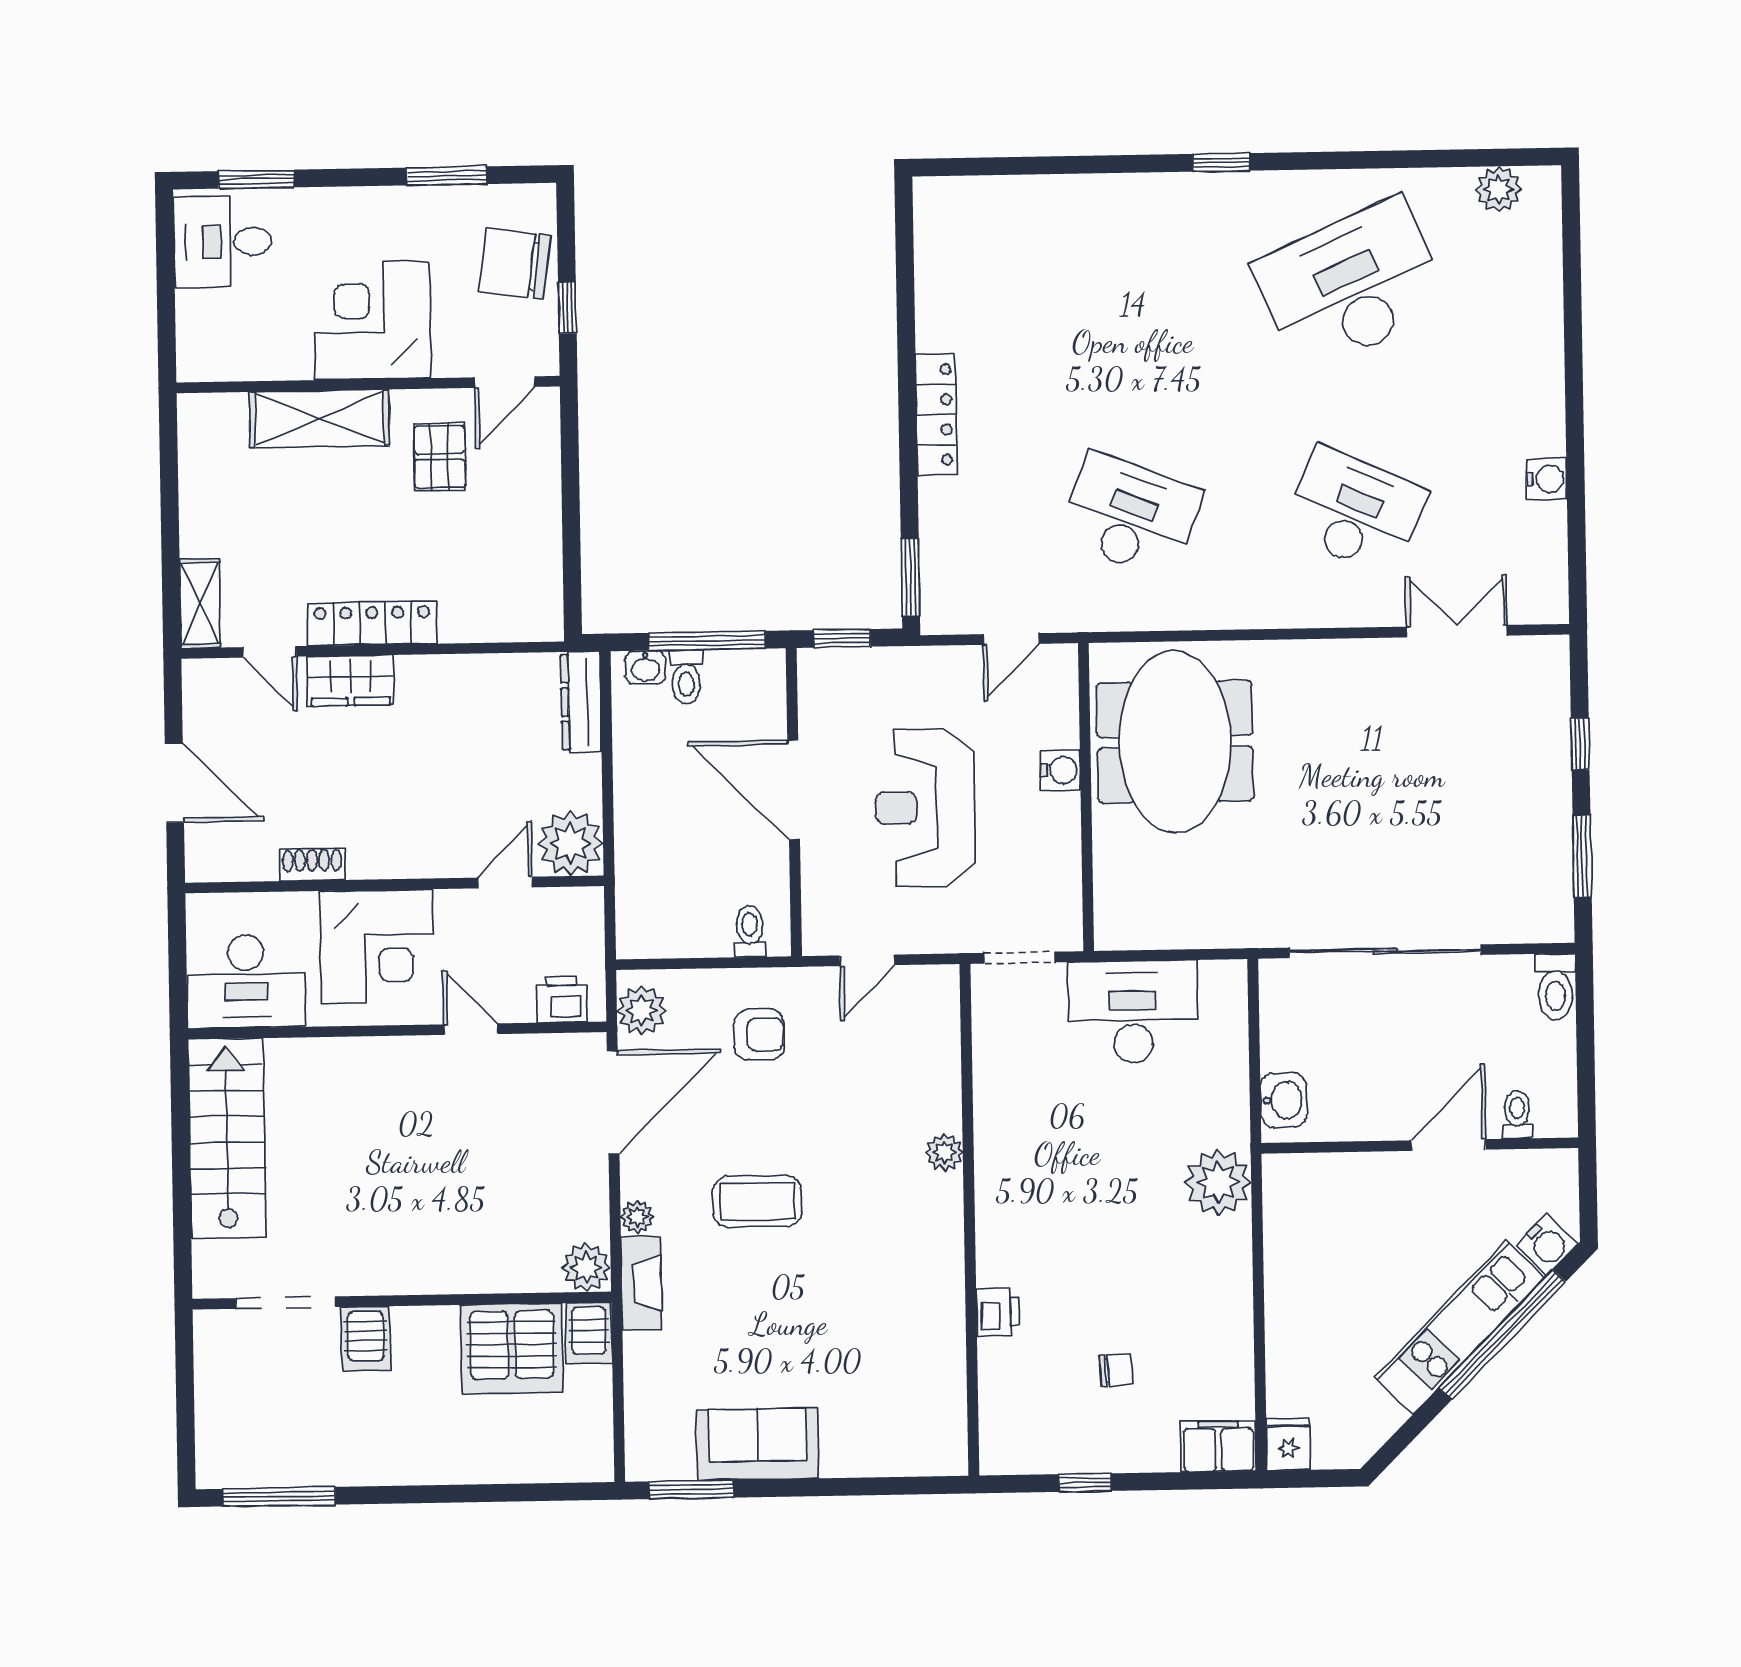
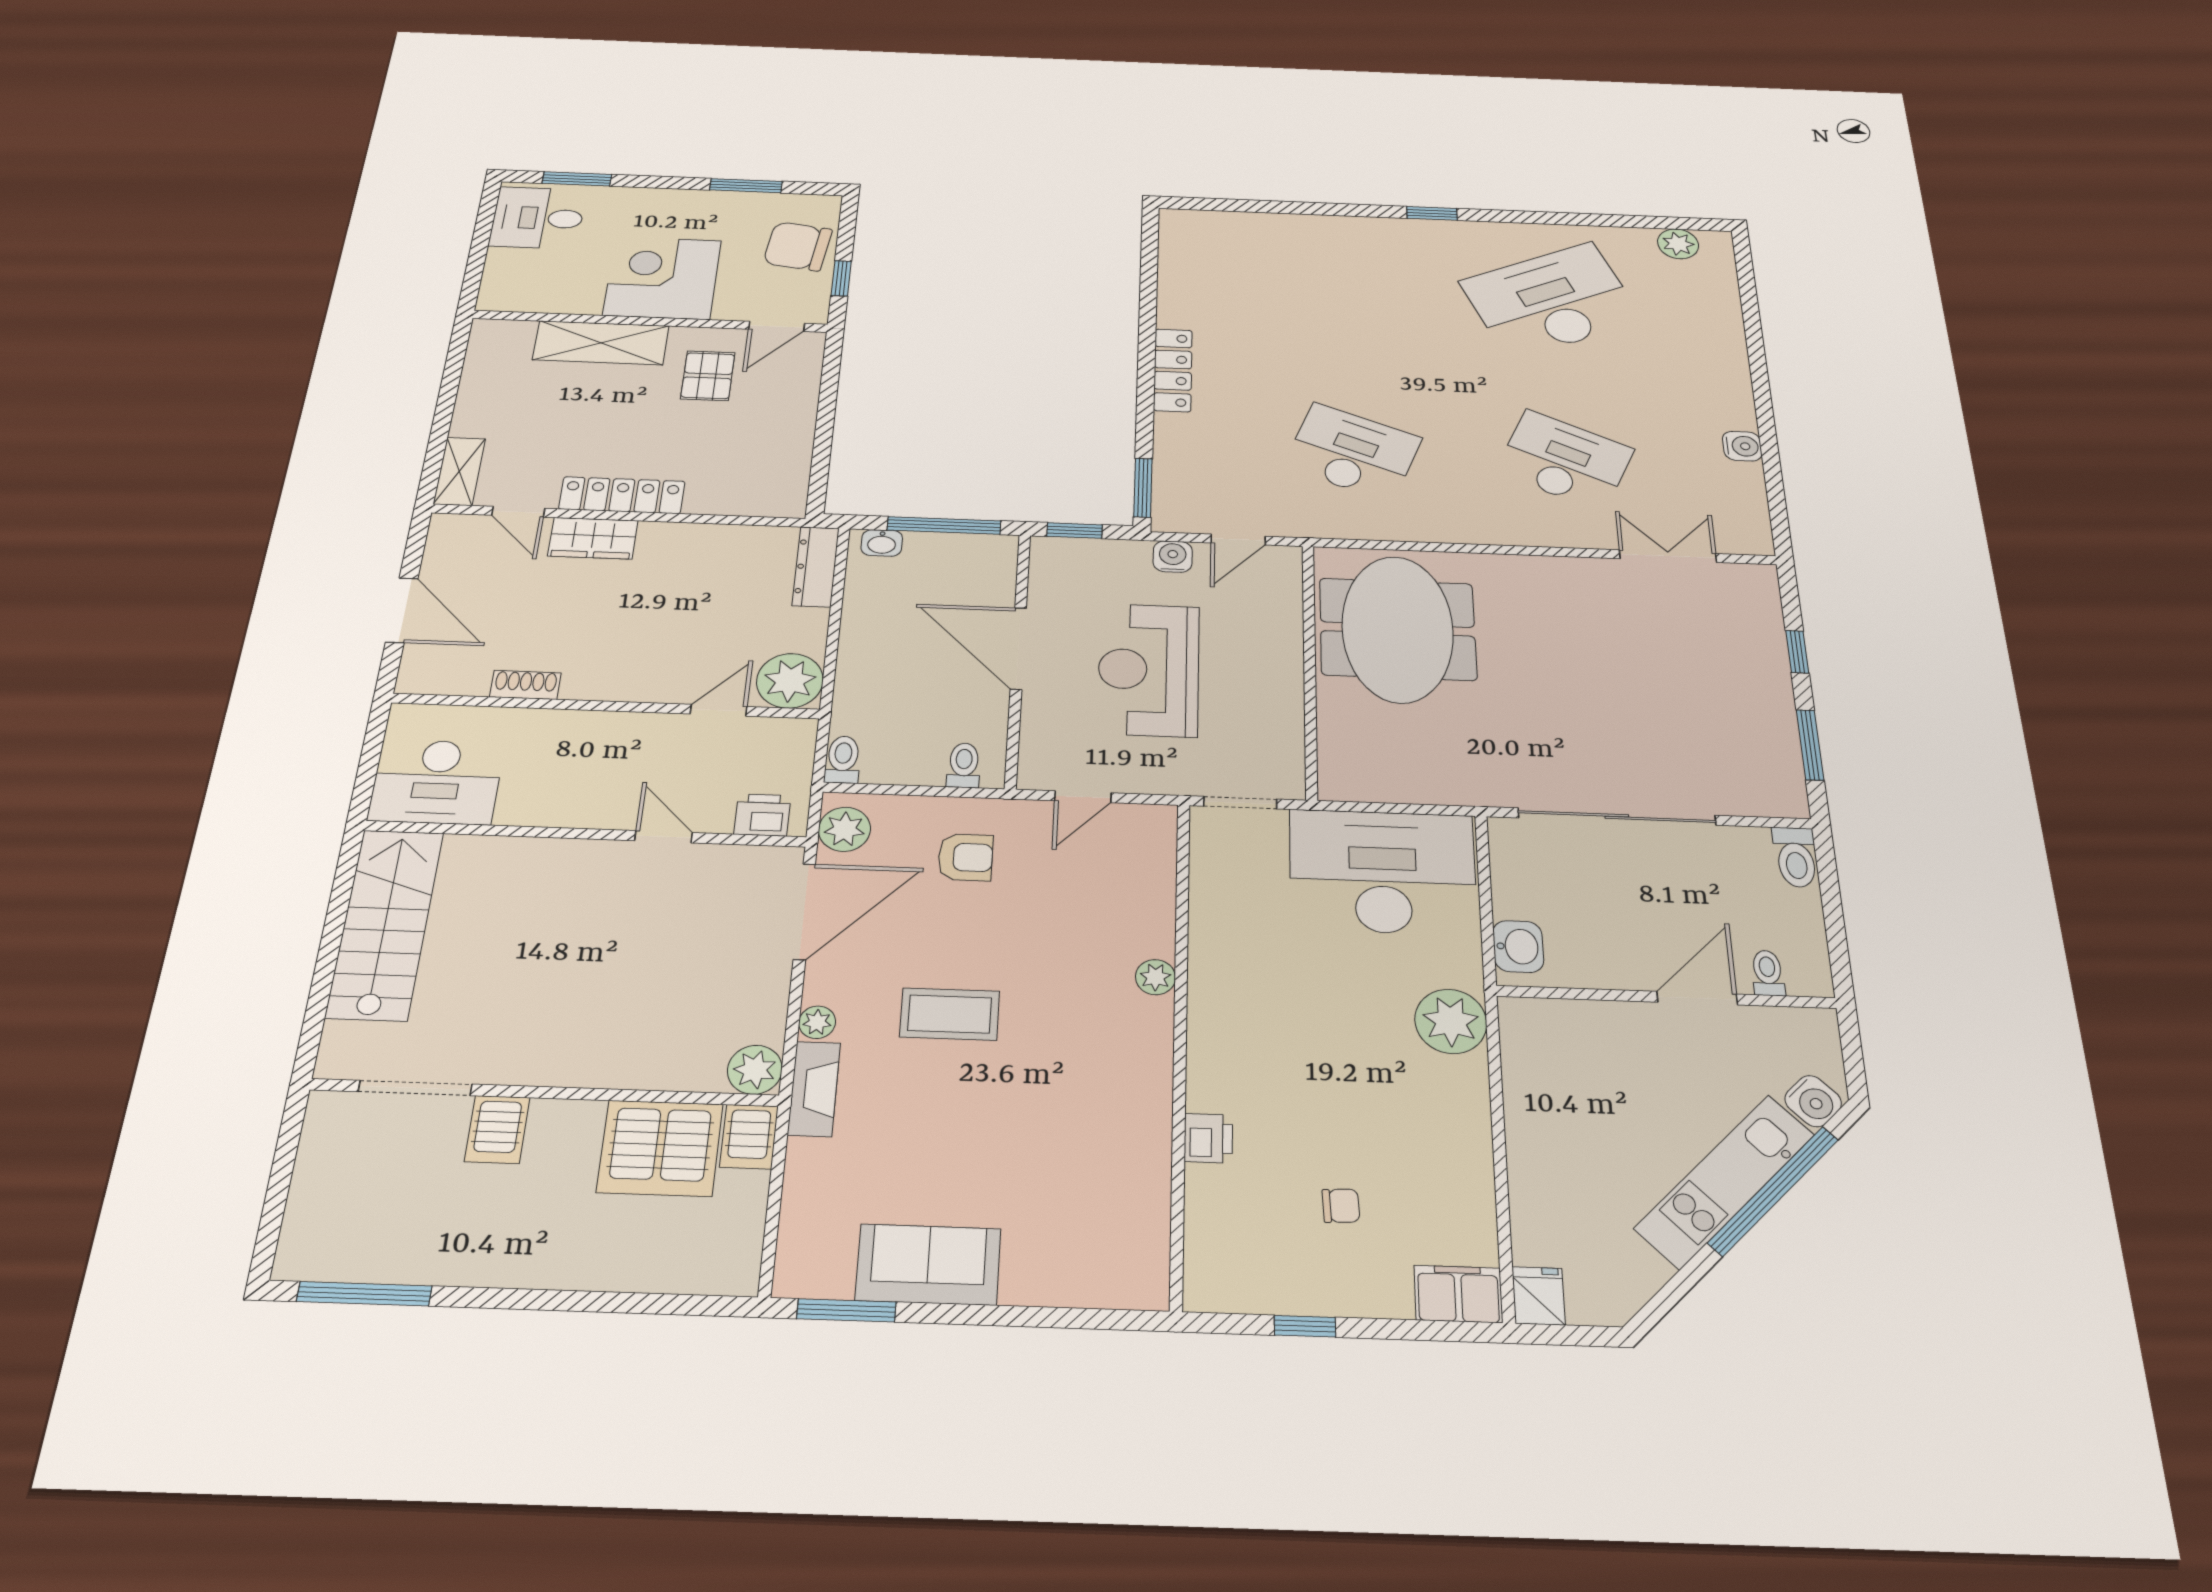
toilet: (686, 677) -> (843, 760), moved, turned 180
water cooler: (1060, 770) -> (1173, 557), moved, turned -90
corner desk: (377, 946) -> (578, 758), removed
desk: (1133, 1012) -> (1383, 872), width x1.36, depth x1.30

